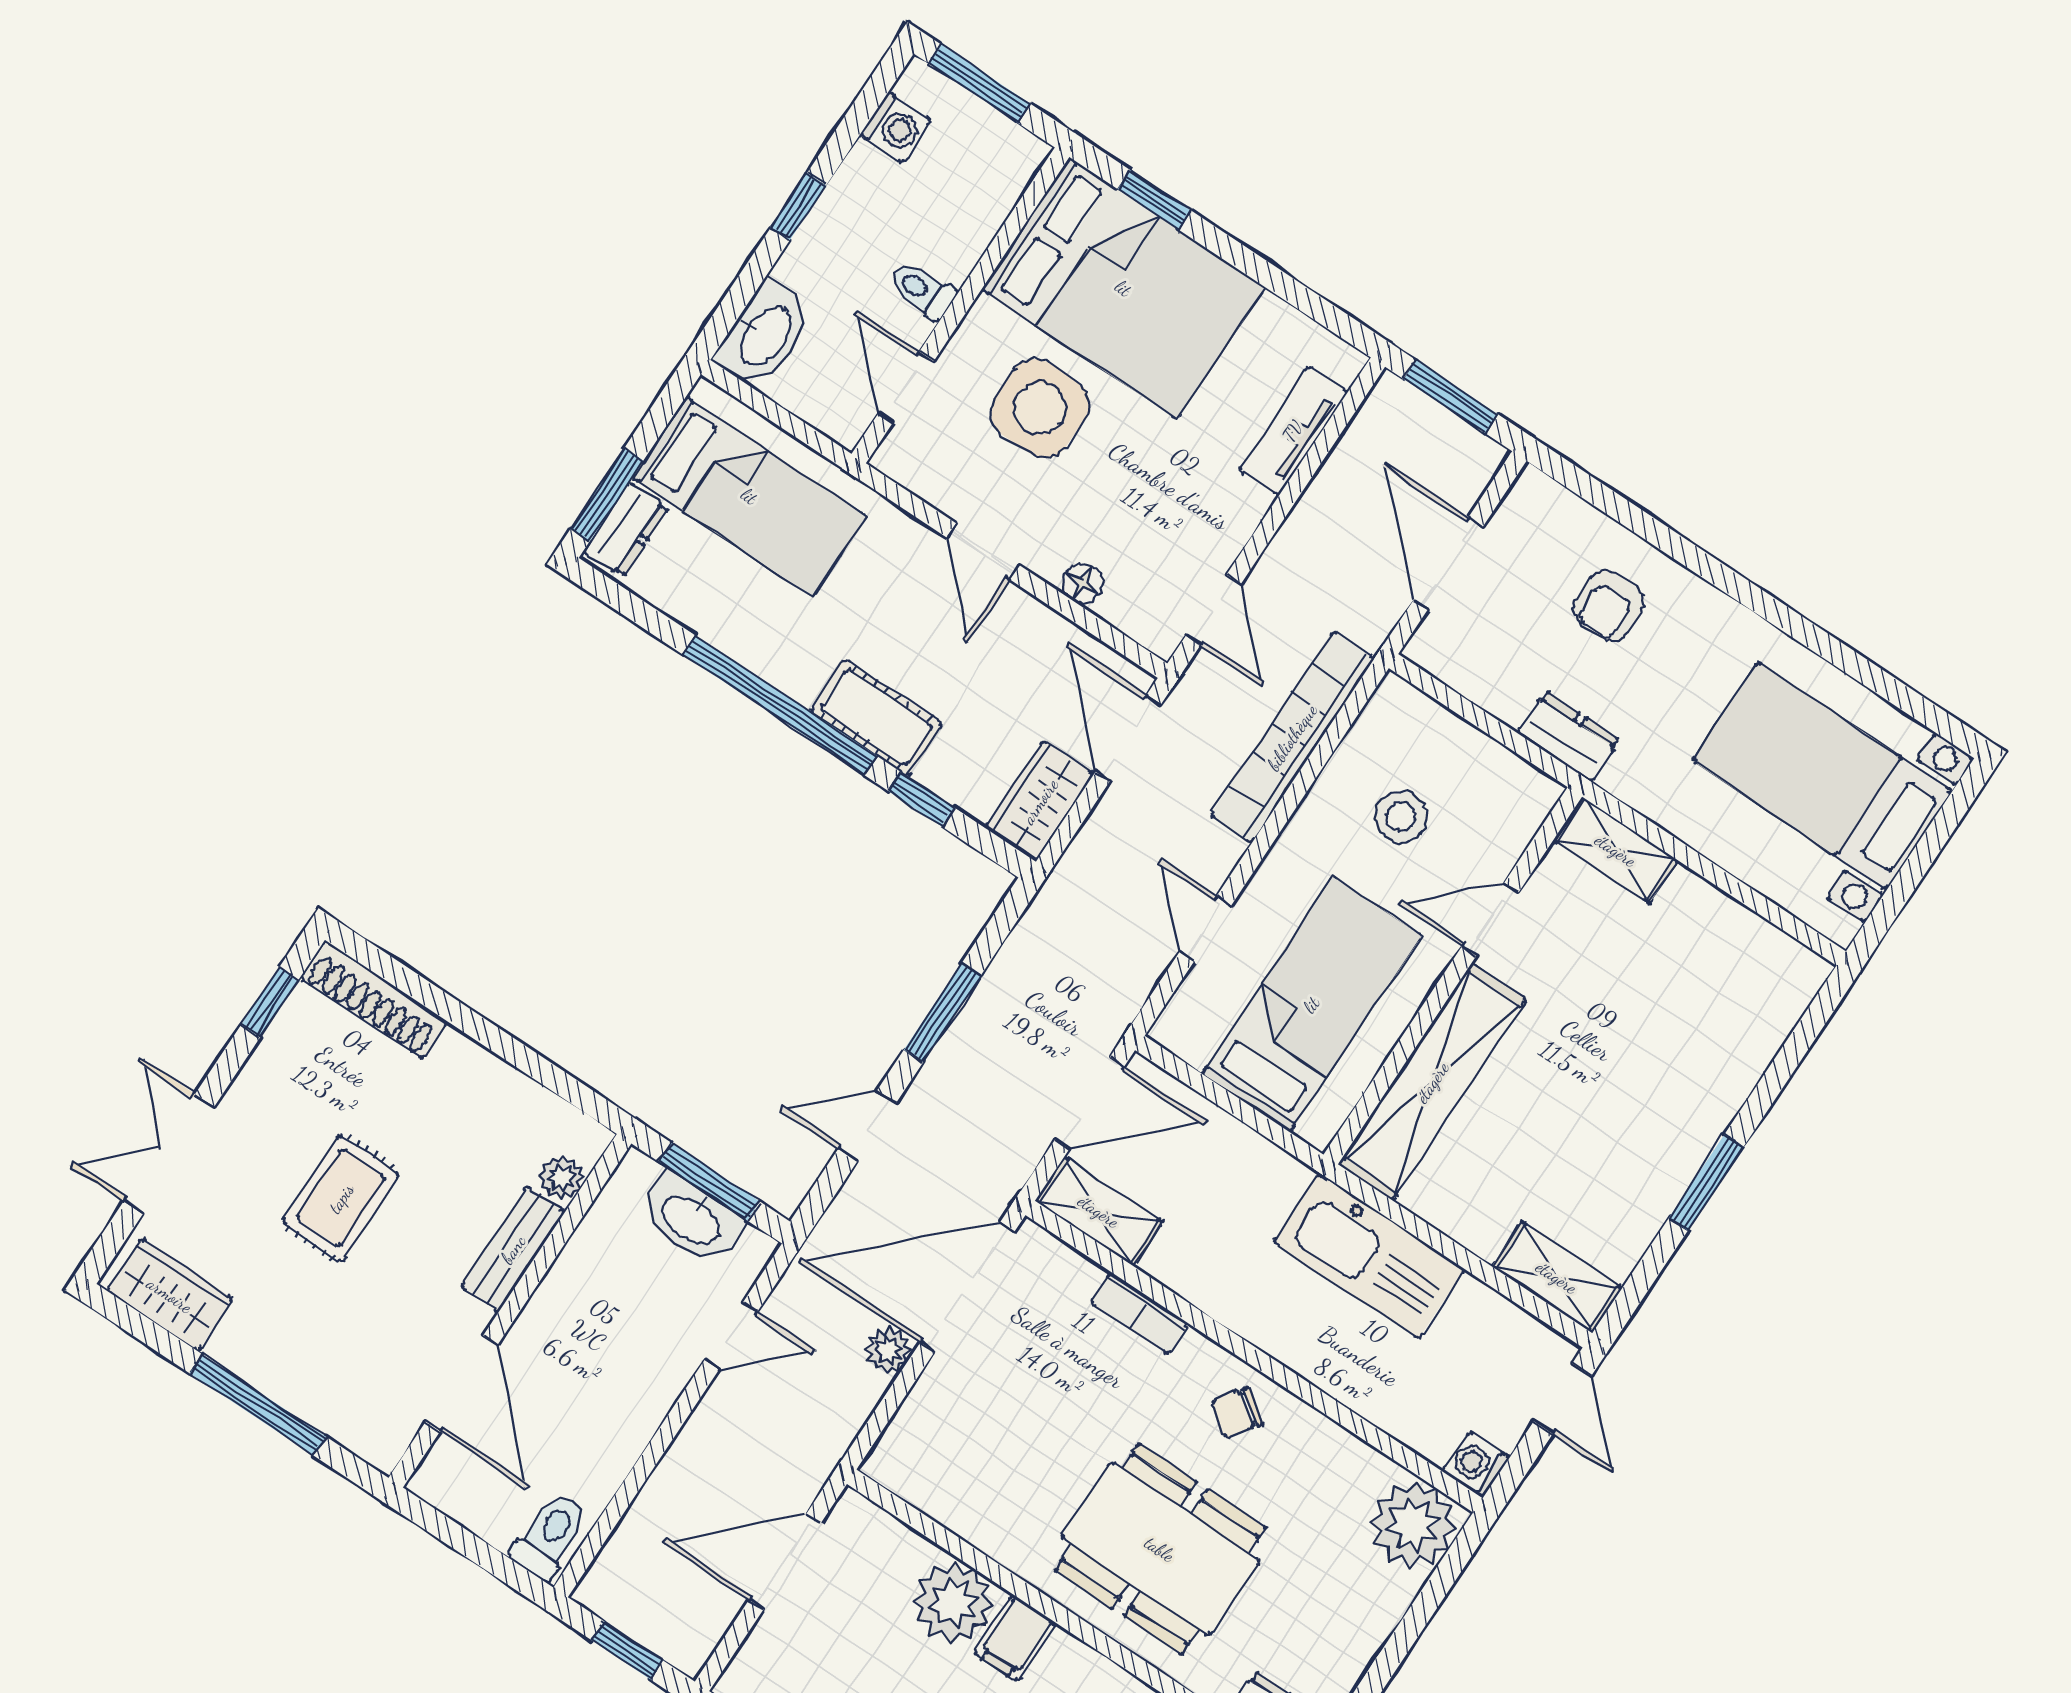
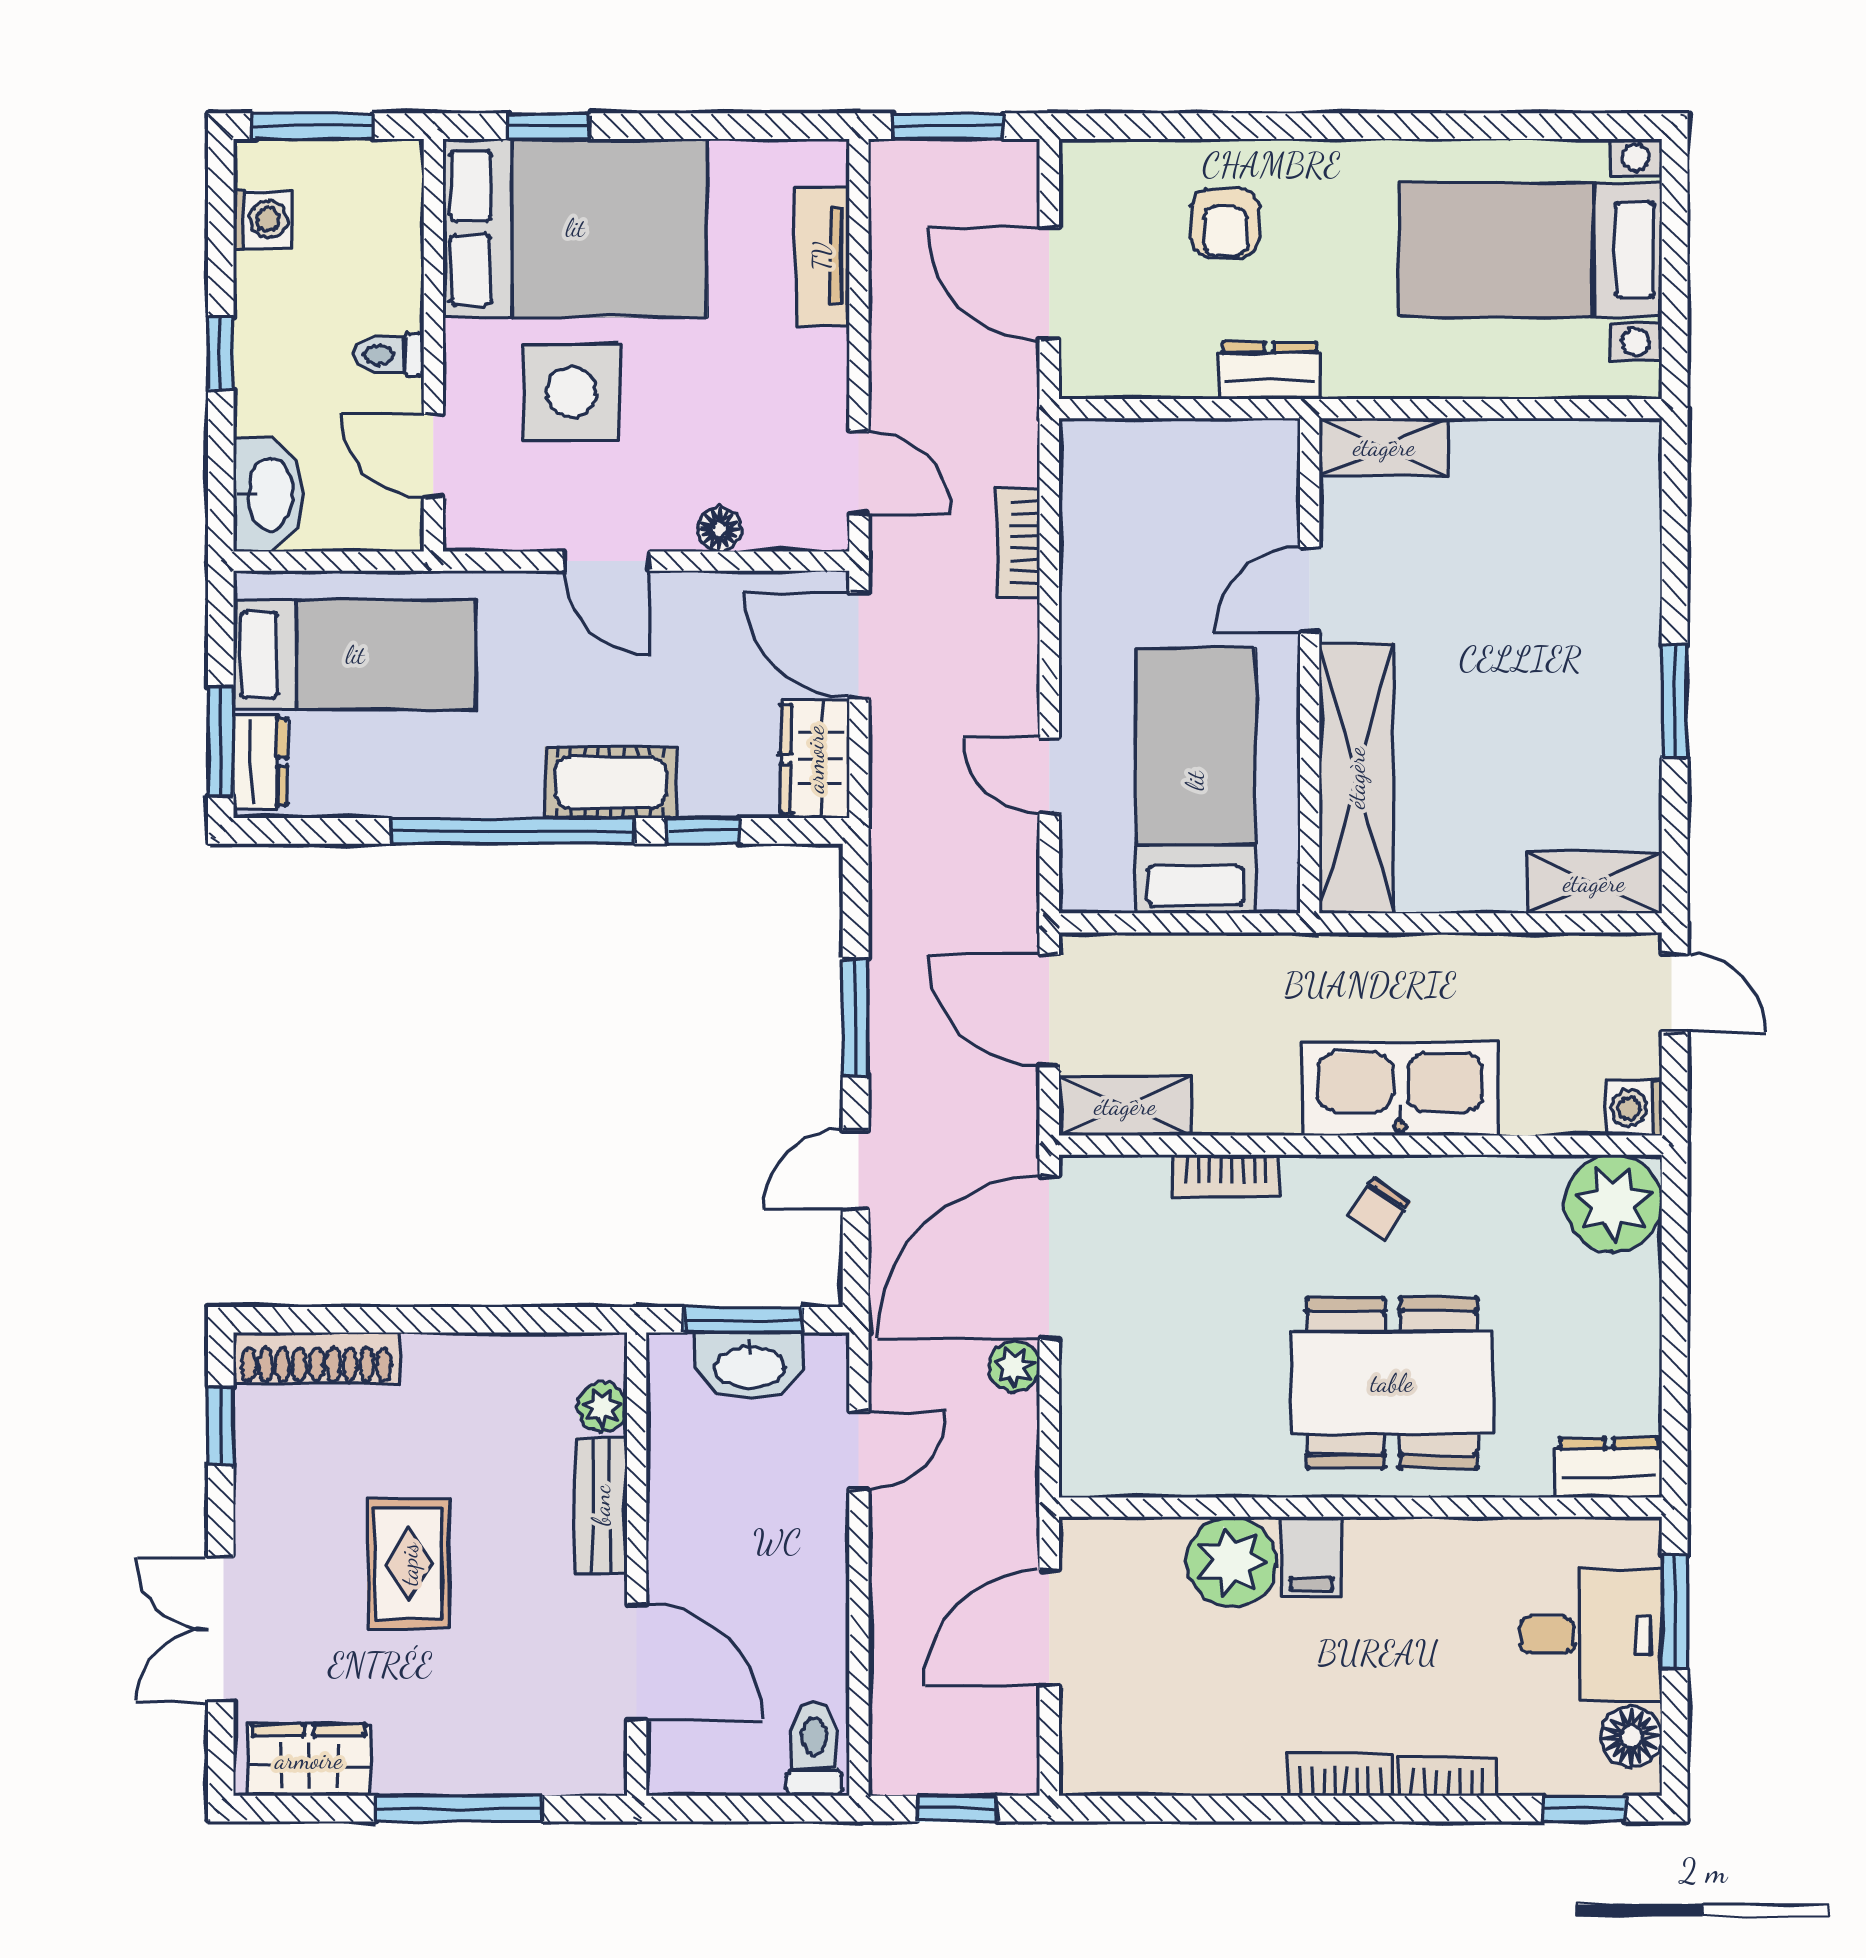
bookcase: (1292, 737) -> (1018, 543), width x0.43, depth x0.76
stool: (1401, 817) -> (1162, 550), removed
door: (1090, 1103) -> (1049, 1010), swing flipped
kitchen sink: (1369, 1256) -> (1400, 1089), moved, turned 180

